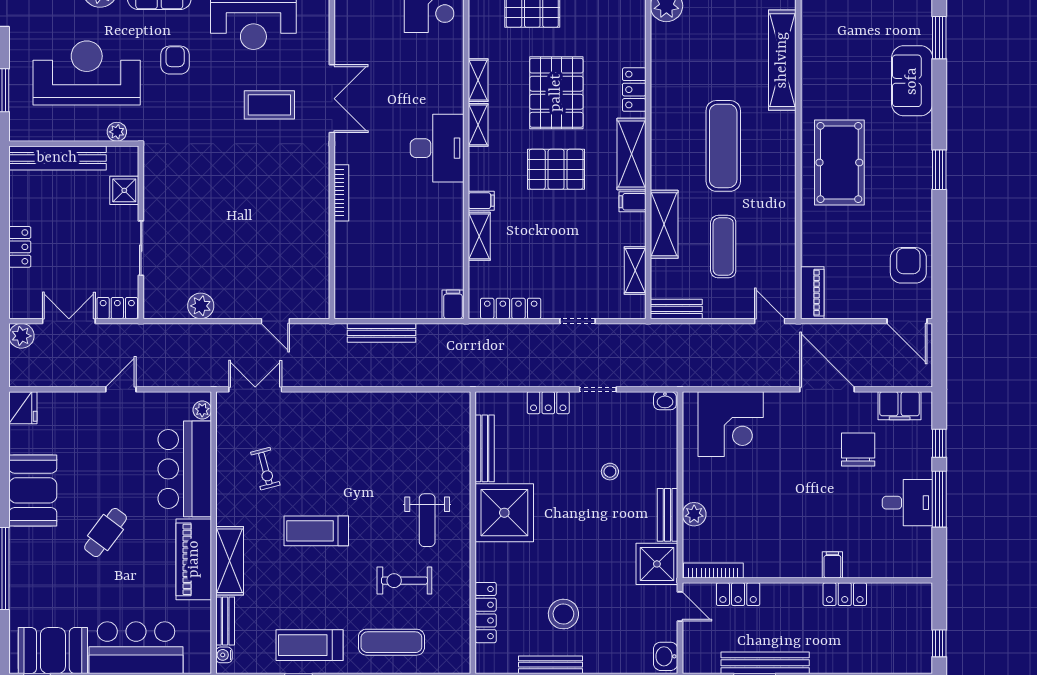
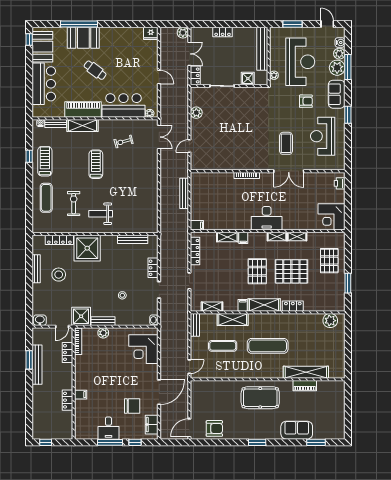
piano: (812, 293) -> (305, 386), moved
booth: (33, 490) -> (83, 38), moved
shower: (504, 513) -> (87, 248), moved

